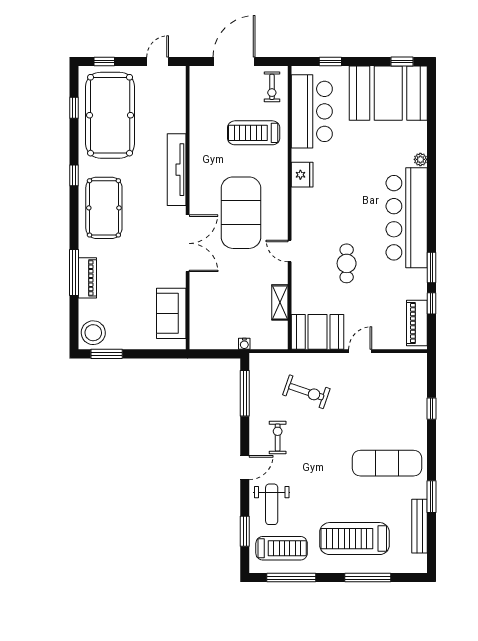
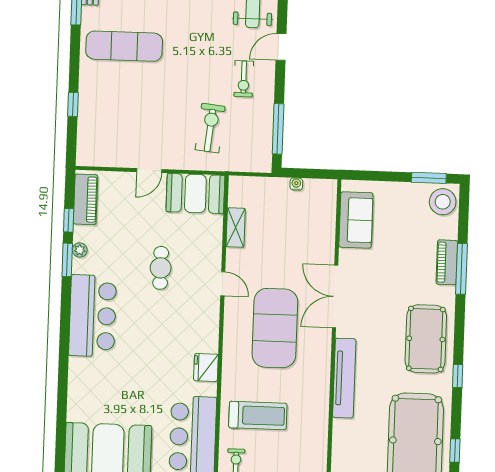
plant: (420, 159) -> (80, 250), moved
bar counter: (407, 218) -> (93, 316), width x0.73
water cooler: (244, 344) -> (296, 184), moved
exercise bike: (306, 392) -> (210, 128), turned 77

